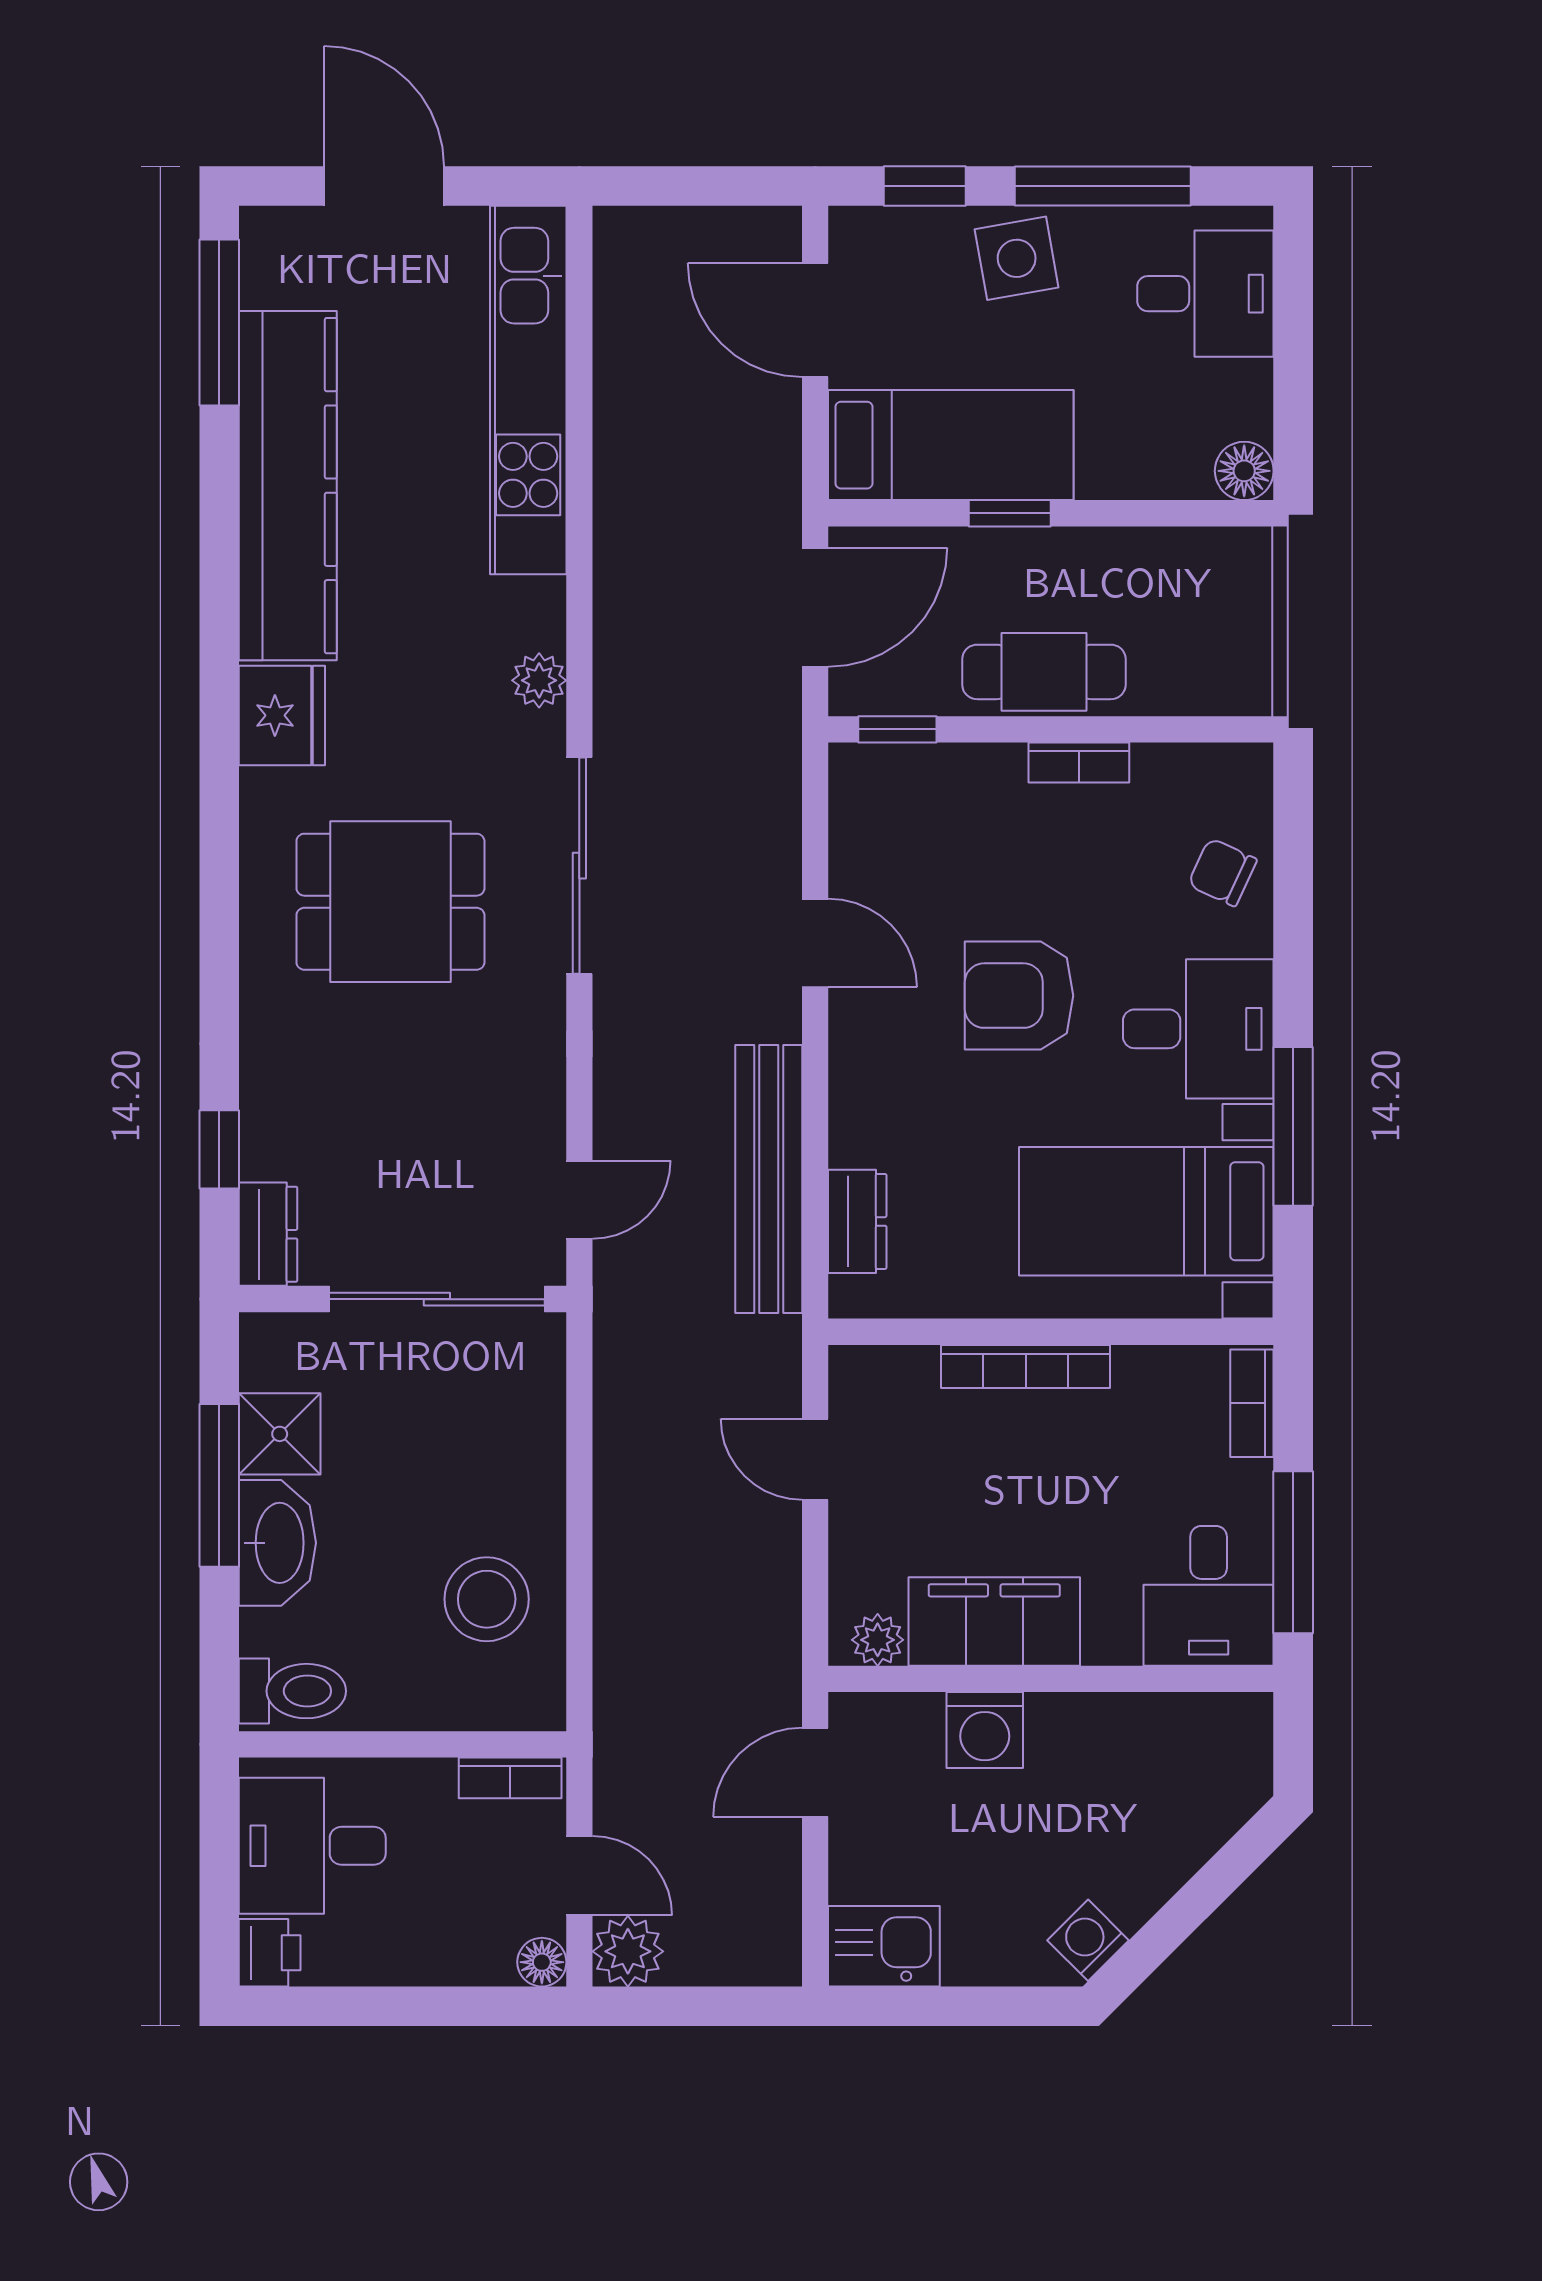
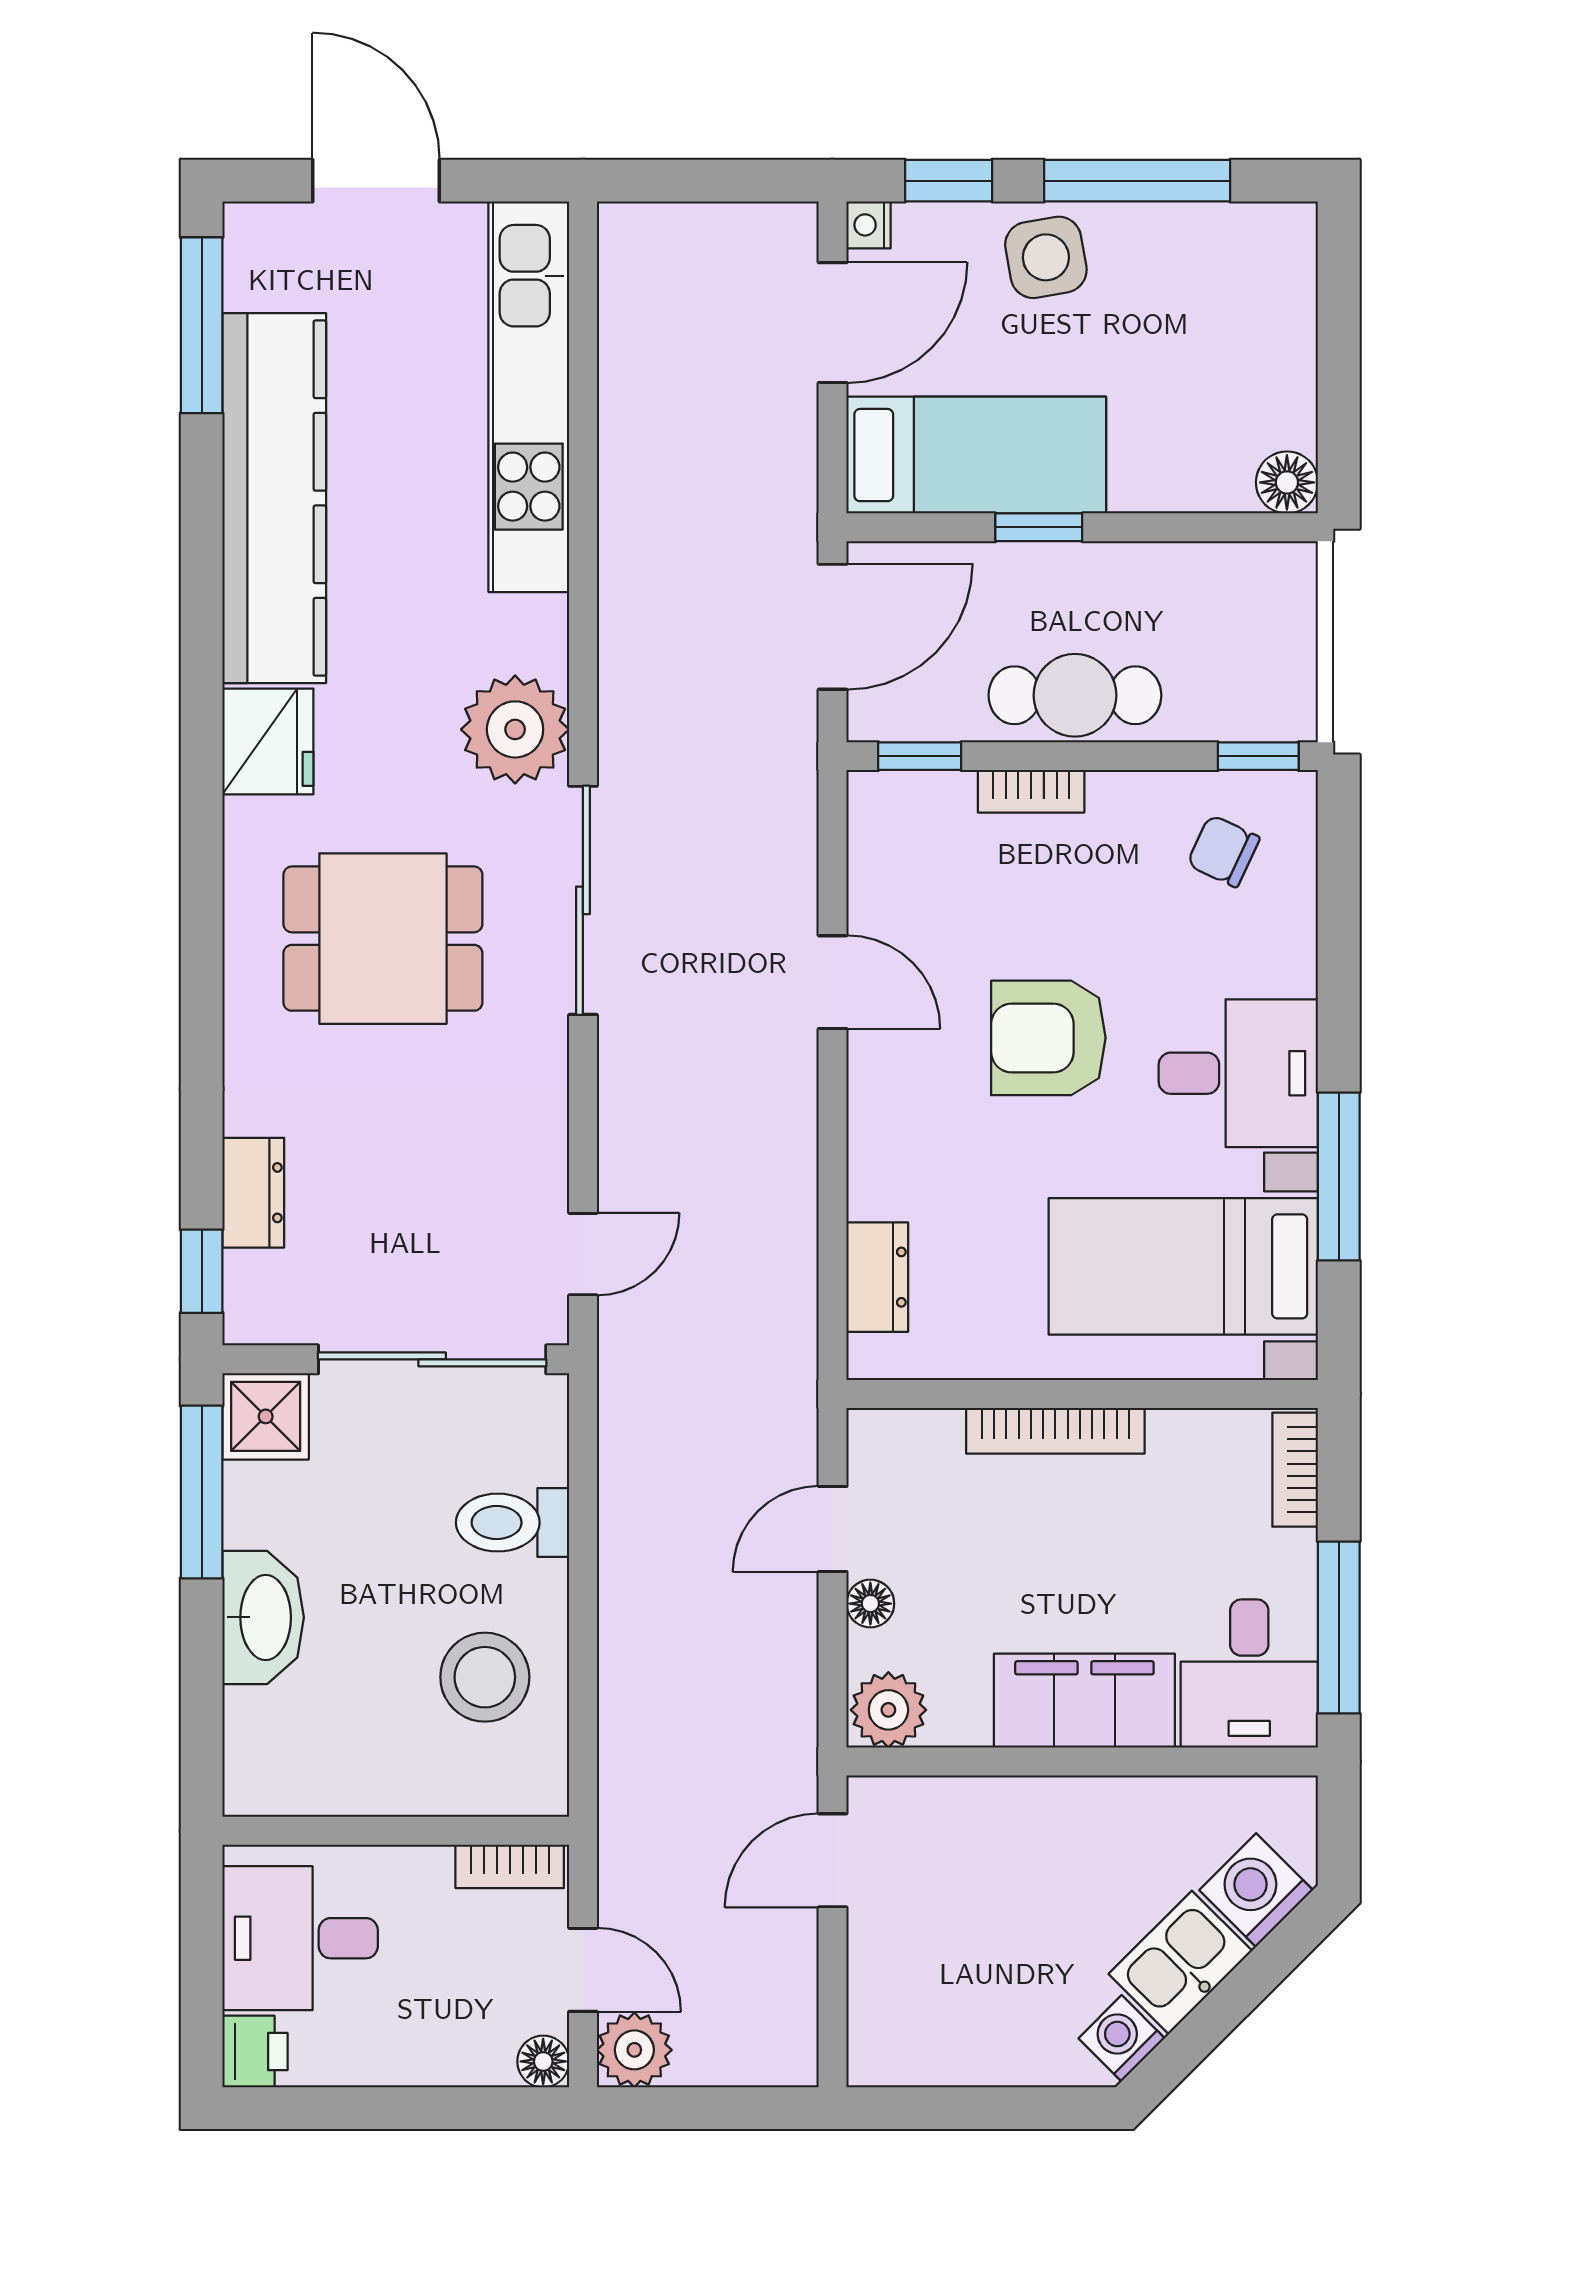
nightstand: (849, 228) -> (869, 225), added
desk: (1205, 294) -> (1246, 295), removed
door: (815, 320) -> (833, 323), swing flipped
plant: (539, 680) -> (515, 729), width x1.87, depth x1.87
window: (1217, 729) -> (1258, 756), added
bookcase: (1079, 763) -> (1031, 791), moved
chair: (1222, 872) -> (1223, 851), moved
window: (219, 1149) -> (202, 1271), moved
bench: (769, 1179) -> (783, 1232), removed
dresser: (268, 1234) -> (253, 1193), moved
shower: (280, 1434) -> (266, 1416), moved
door: (815, 1459) -> (833, 1529), hinge flipped
window: (219, 1485) -> (202, 1492), moved
floor lamp: (851, 1530) -> (870, 1604), added
filing cabinet: (994, 1621) -> (1084, 1701), moved
plant: (878, 1640) -> (888, 1710), width x1.38, depth x1.38
toilet: (292, 1691) -> (512, 1523), moved, turned 180
washing machine: (985, 1730) -> (1256, 1890), moved, turned 135
kitchen sink: (884, 1946) -> (1180, 1962), moved, turned -45

